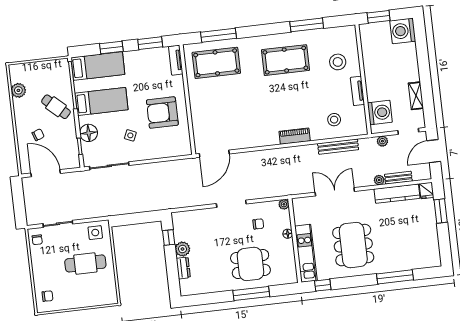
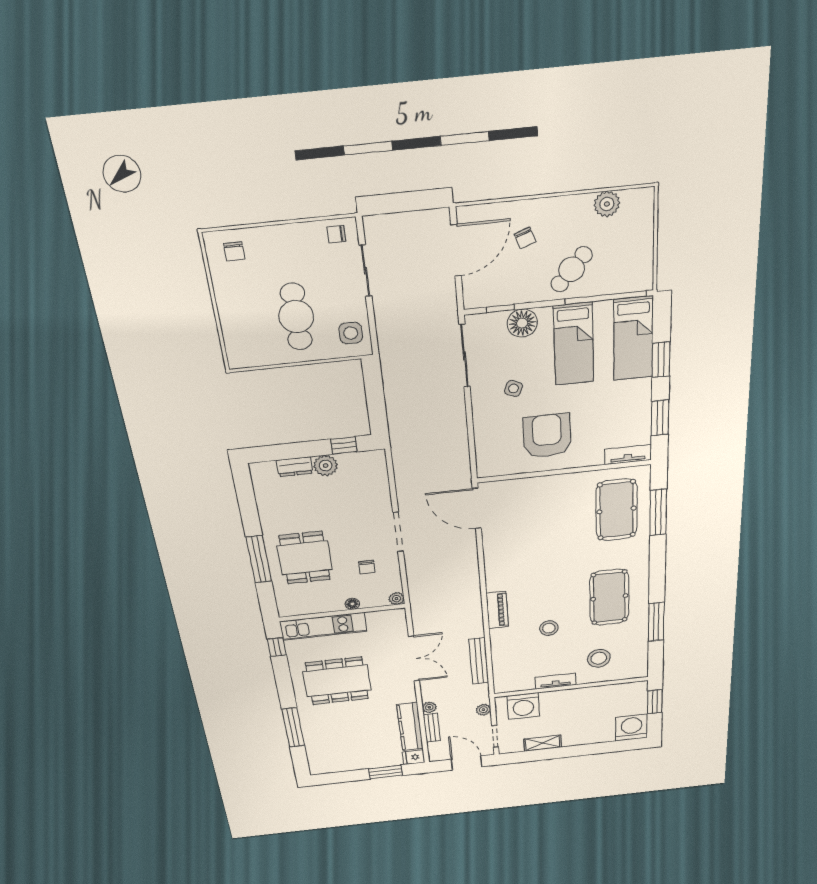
stool: (334, 120) -> (549, 628), moved

